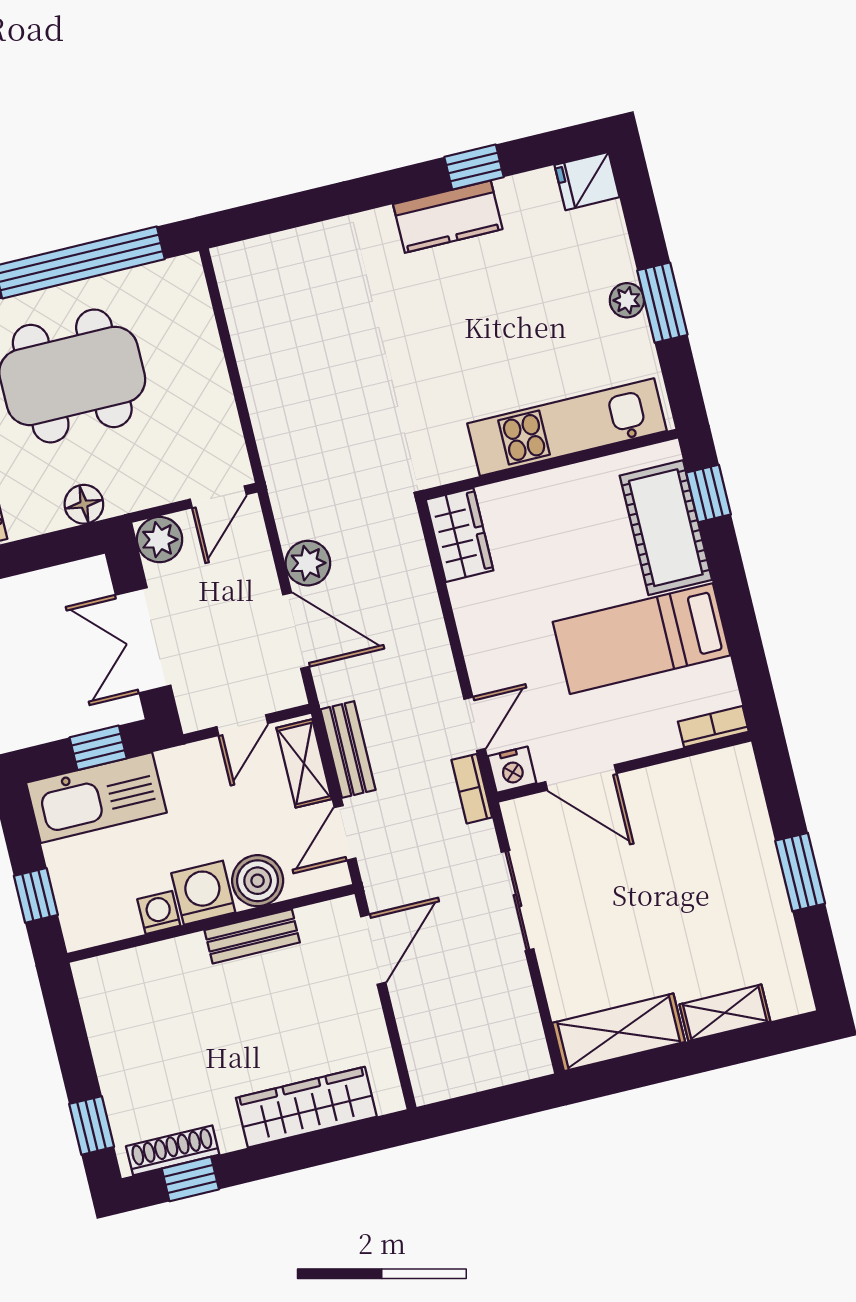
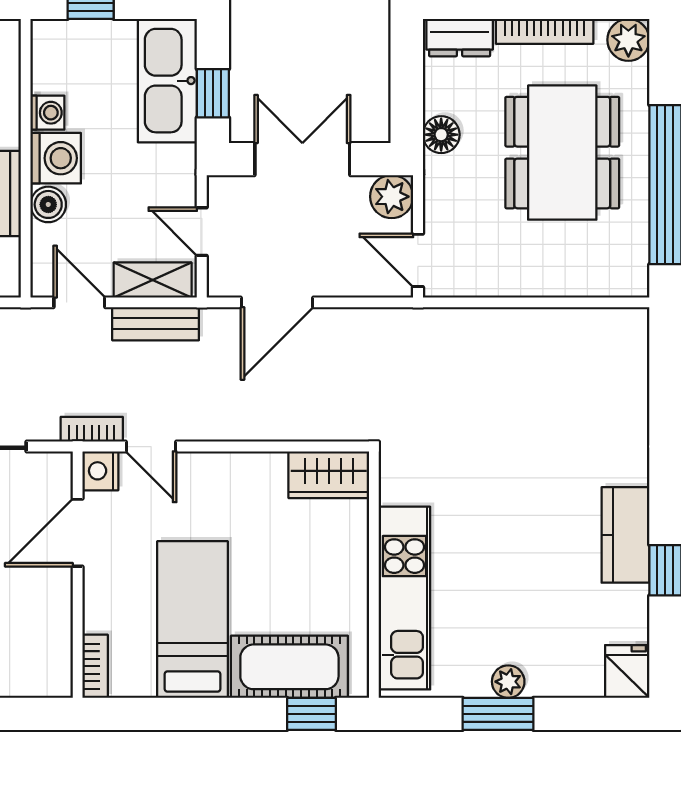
plant: (308, 563) -> (337, 328), removed
boiler: (258, 881) -> (48, 204), width x0.73, depth x0.73

